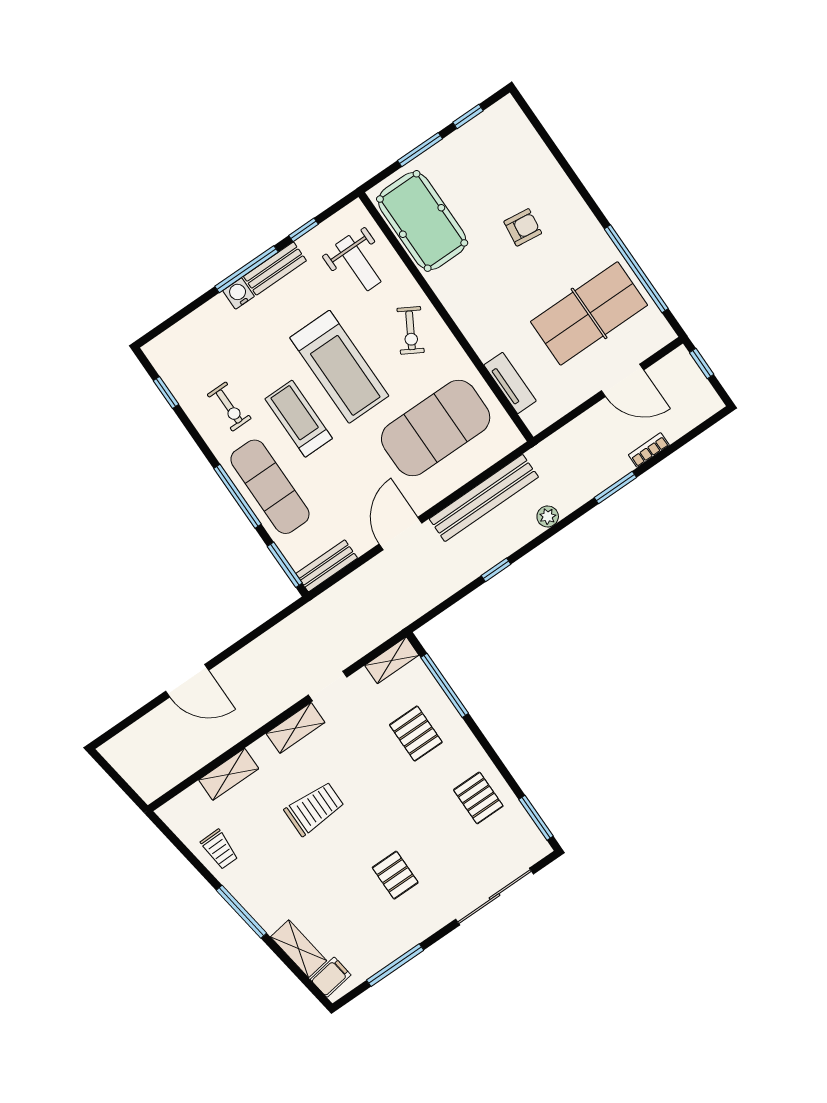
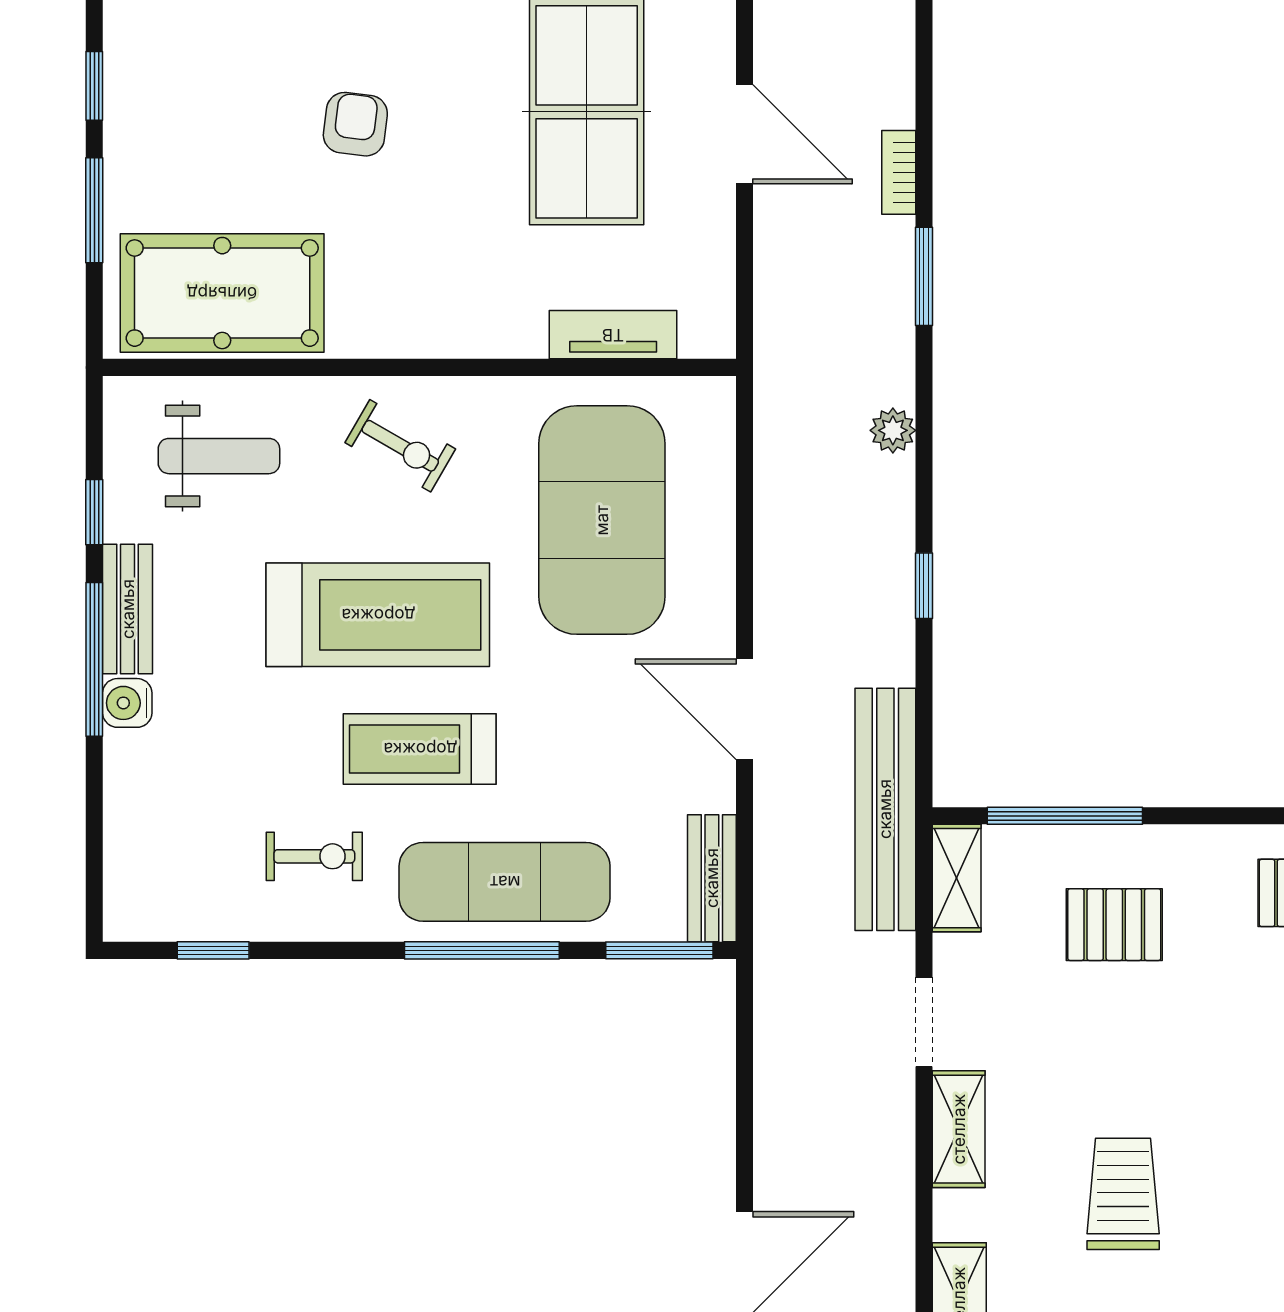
door: (622, 380) -> (745, 134), hinge flipped
bench: (484, 498) -> (885, 809), moved

